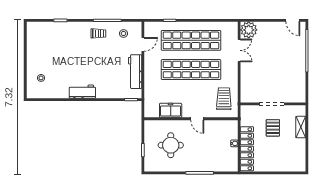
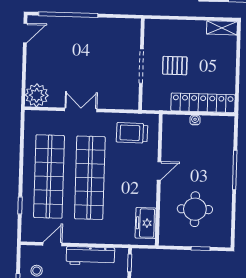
door: (143, 44) -> (52, 244), hinge flipped
double door: (239, 50) -> (81, 110), moved
freezer: (171, 110) -> (146, 223), moved
shelving: (301, 127) -> (222, 28), moved

